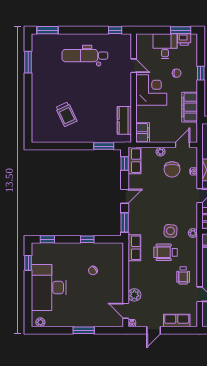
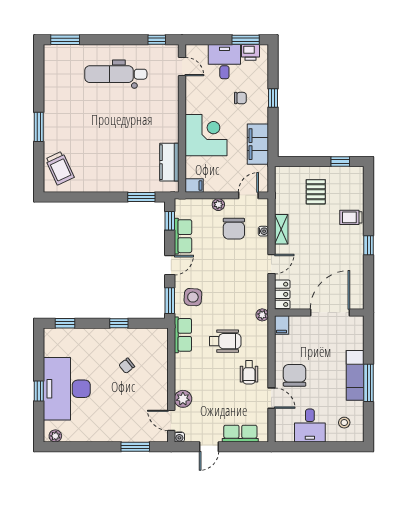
window: (28, 62) -> (39, 127), moved
door: (134, 66) -> (182, 66), moved
corner desk: (151, 90) -> (206, 135), moved
trolley: (66, 114) -> (60, 168), moved
filing cabinet: (143, 133) -> (194, 186), width x0.50
row of seats: (134, 161) -> (183, 236), moved
side table: (170, 231) -> (193, 297), moved
wheelchair: (166, 252) -> (225, 341), turned 180
window: (28, 263) -> (39, 391), moved
window: (84, 330) -> (135, 447), moved

